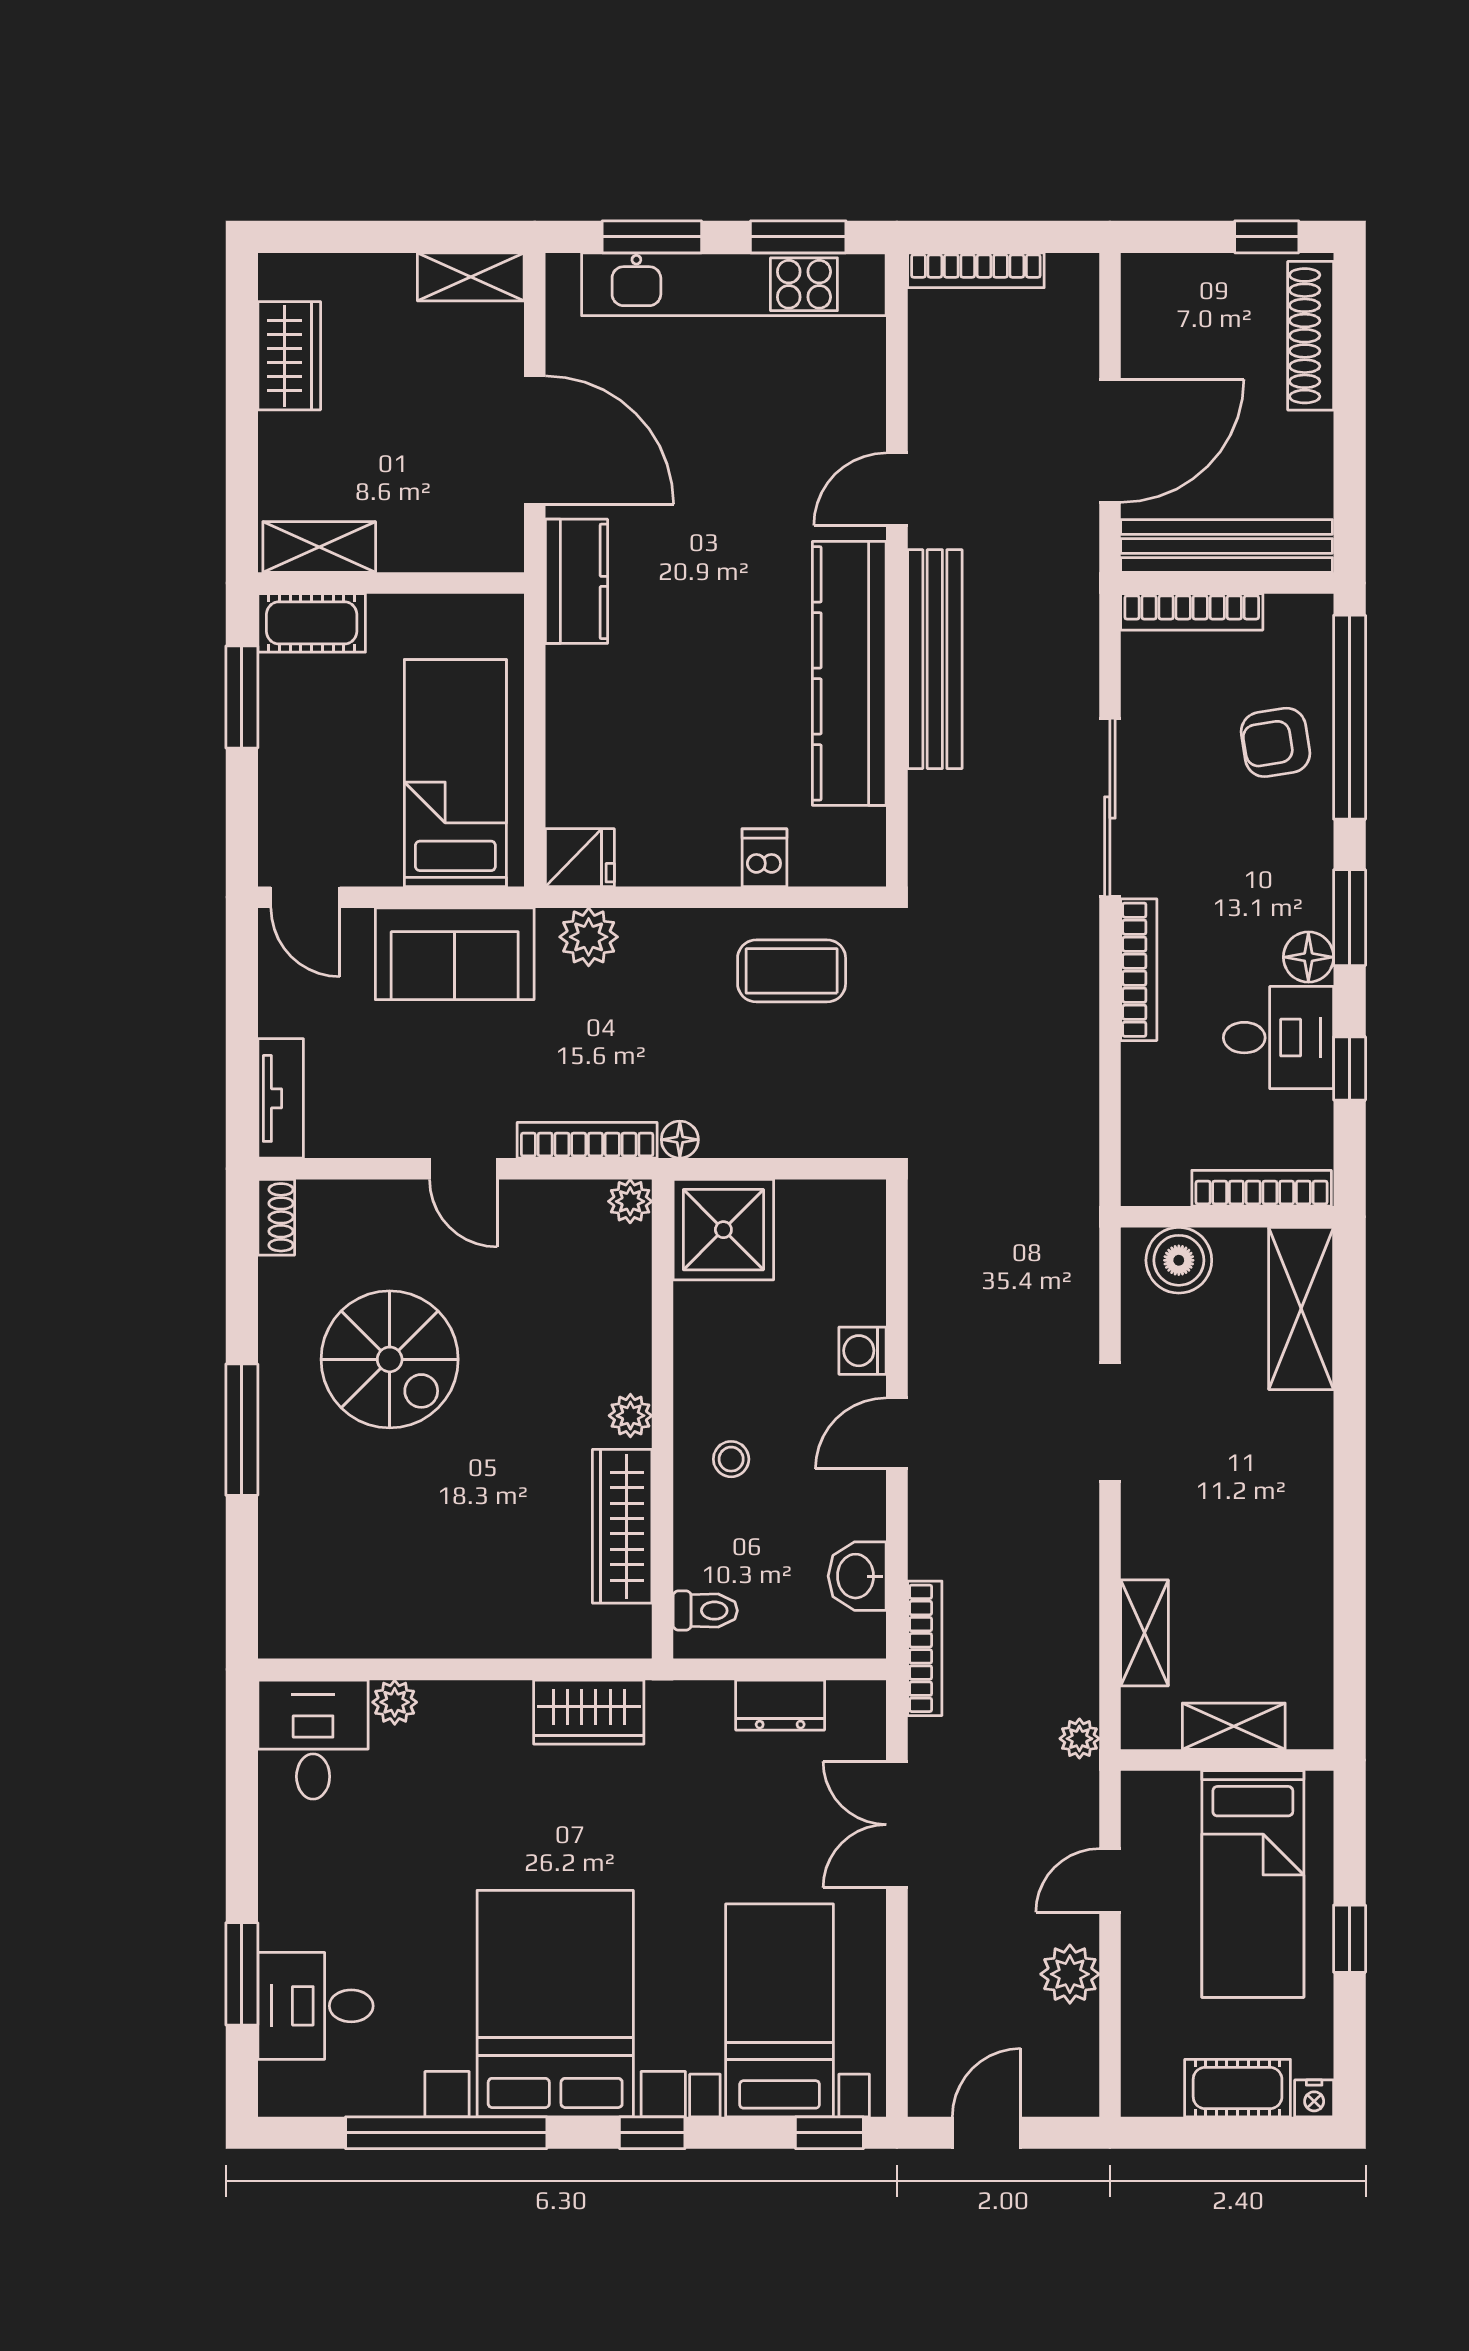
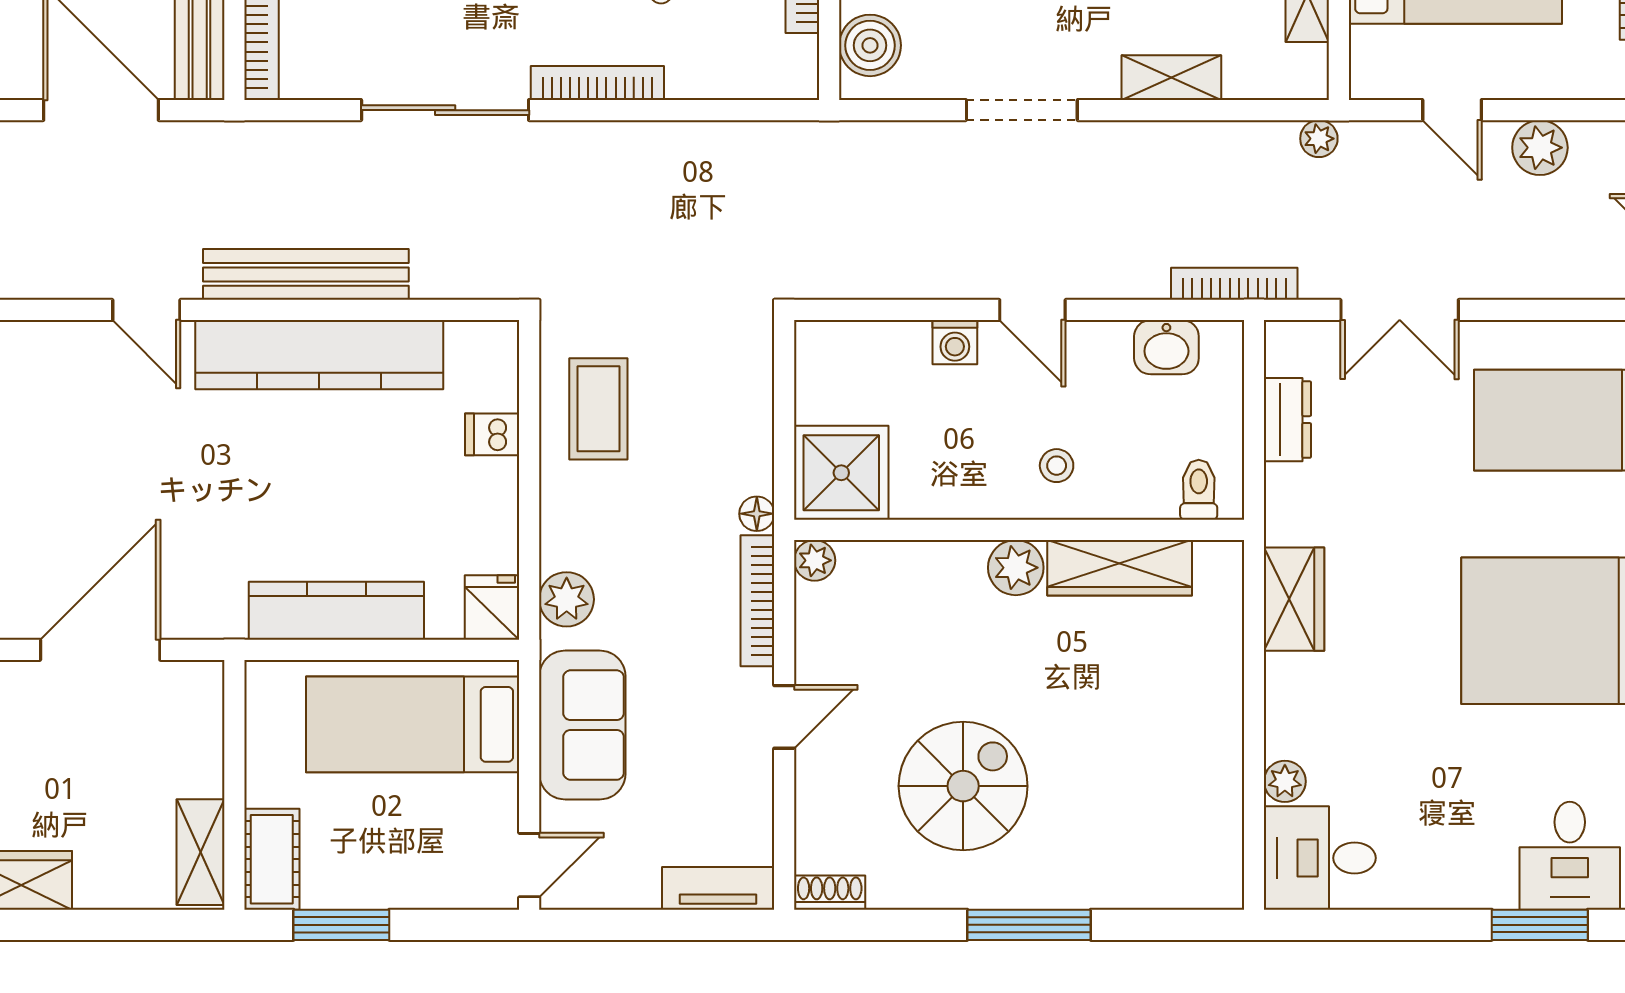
kitchen counter: (576, 581) -> (336, 611), moved, width x1.50
plant: (630, 1416) -> (1016, 568), width x1.38, depth x1.38
shelving: (1144, 1633) -> (1171, 78), moved

